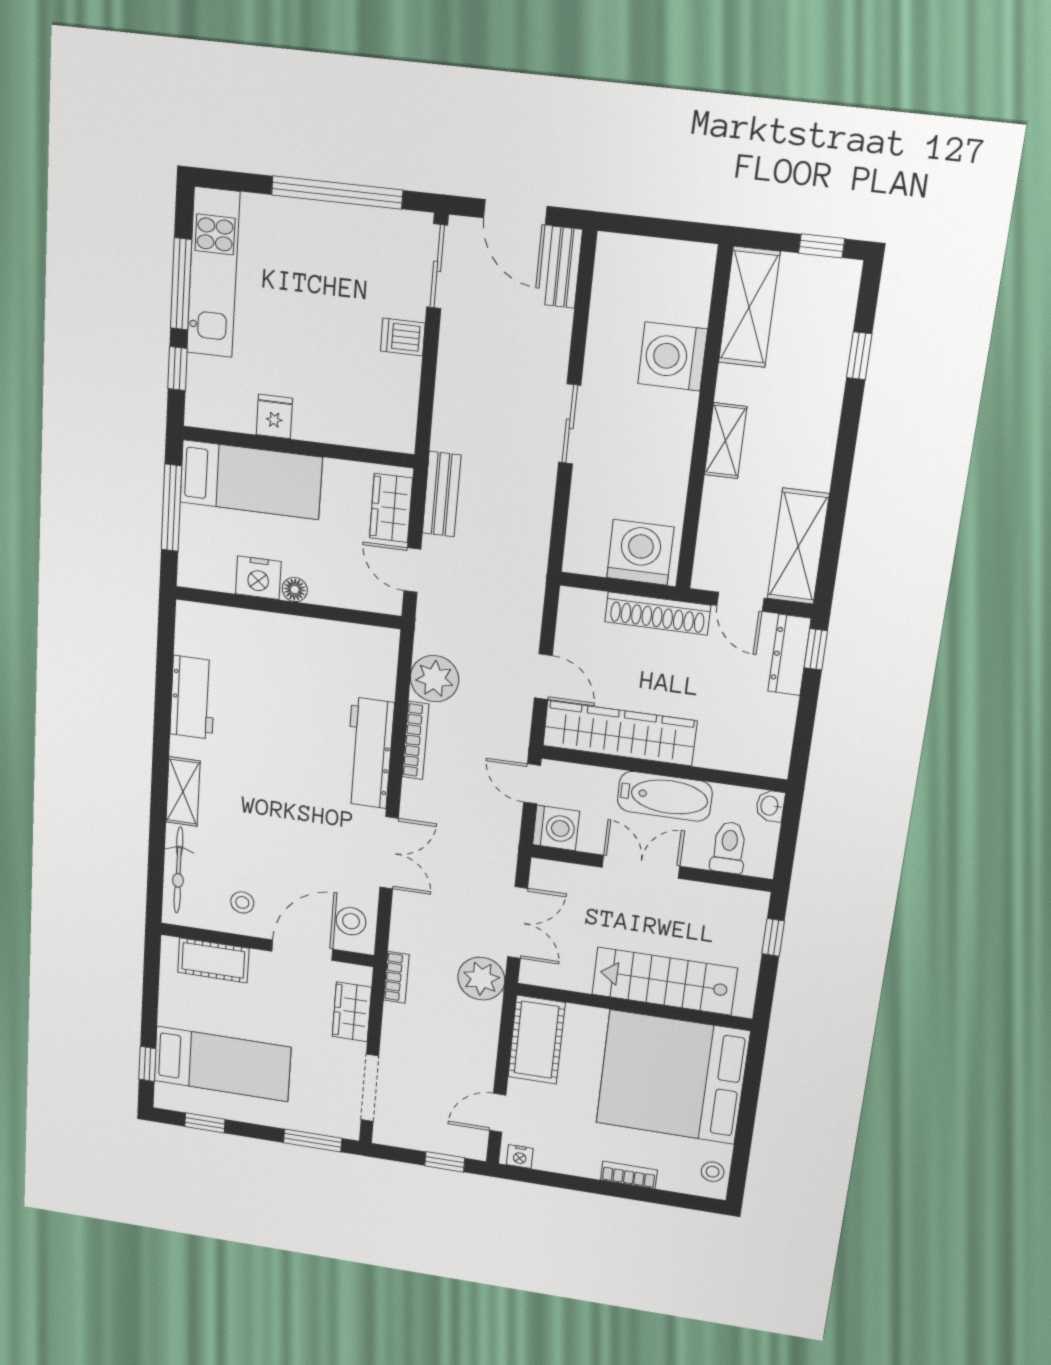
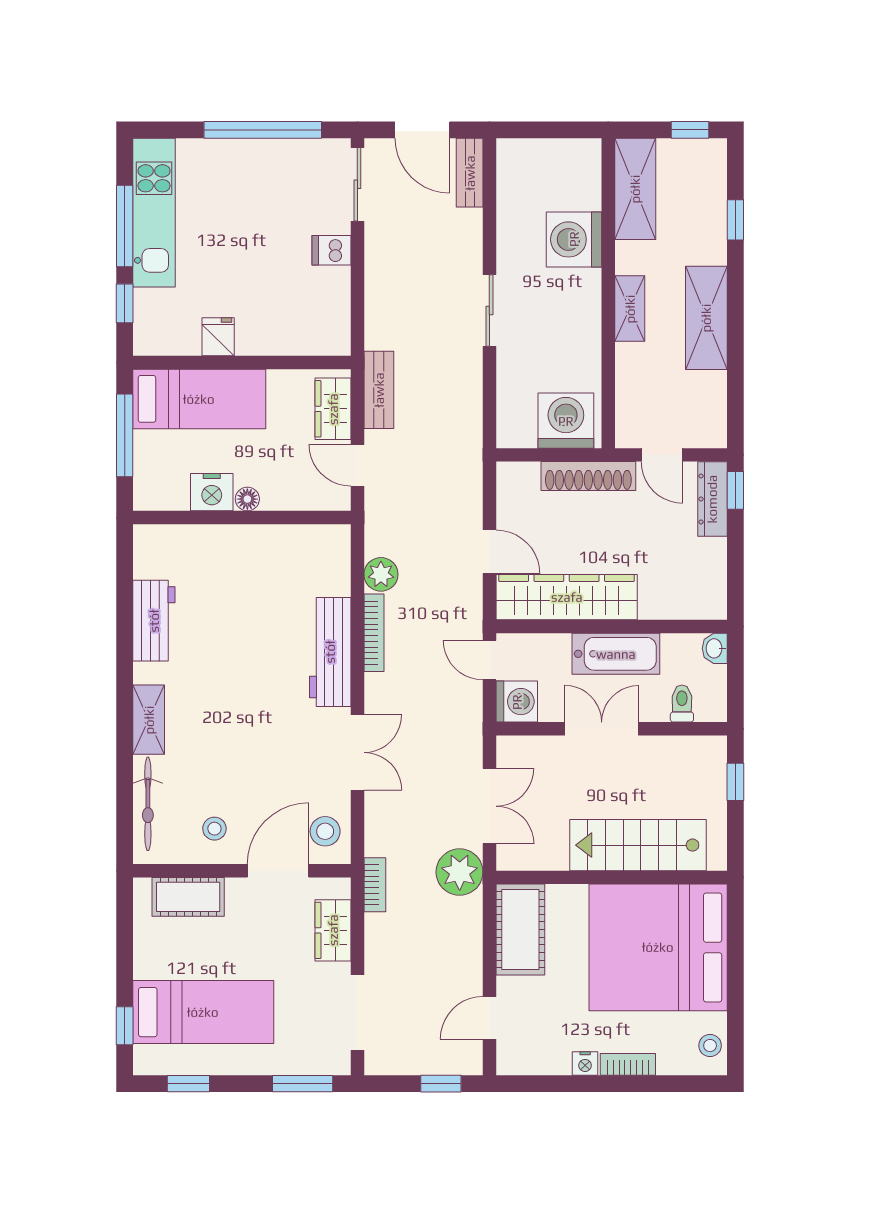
shelving: (798, 546) -> (706, 318), moved
plant: (435, 679) -> (381, 574), width x0.73, depth x0.73
toilet: (729, 848) -> (682, 704), width x0.73, depth x0.72
nightstand: (520, 1157) -> (585, 1064), moved

